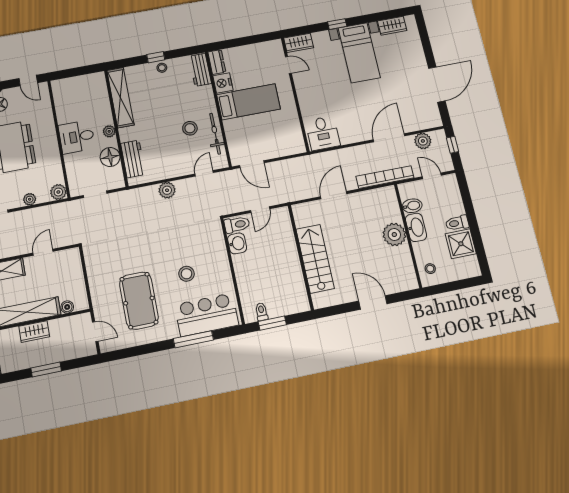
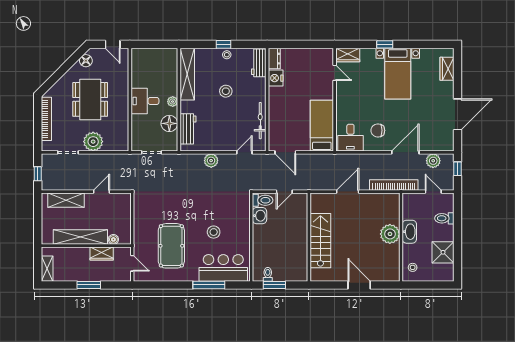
wardrobe: (392, 26) -> (447, 69), moved, turned 90
bed: (249, 102) -> (322, 126), moved, turned -90
chair: (352, 119) -> (378, 130), added
stool: (190, 128) -> (226, 91), moved
plant: (58, 192) -> (122, 145), removed
plant: (30, 199) -> (93, 142), width x1.88, depth x1.88
bidet: (412, 206) -> (411, 213), removed
toilet: (457, 223) -> (444, 218), moved
wardrobe: (34, 332) -> (102, 254), moved

